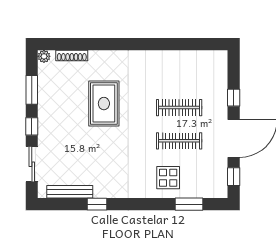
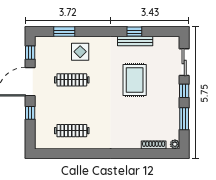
rug: (104, 104) -> (135, 80), moved
clothes rail: (179, 108) -> (72, 131), moved
bench: (70, 192) -> (135, 41), moved

